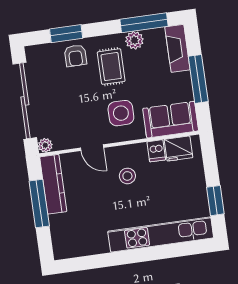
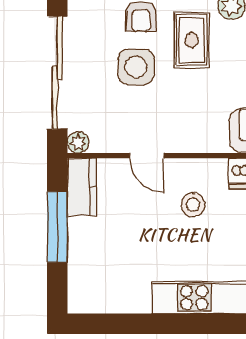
side table: (121, 113) -> (136, 67), moved
kitchen counter: (53, 184) -> (82, 187), width x0.67

